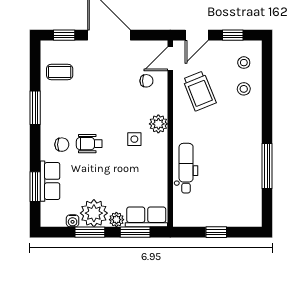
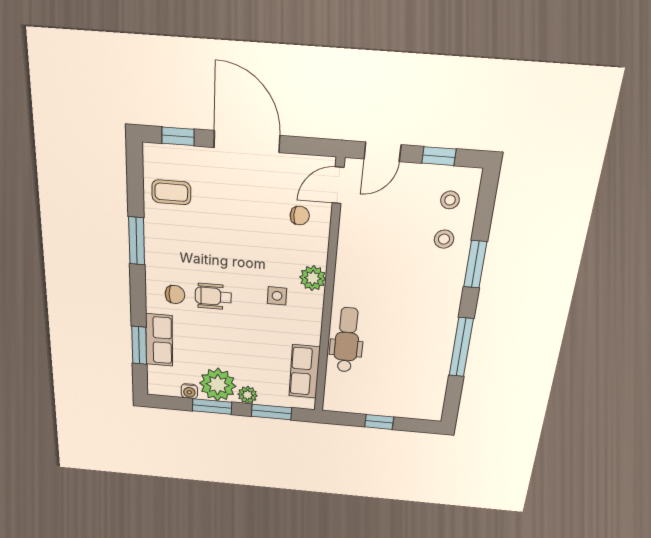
trolley: (199, 91) -> (377, 237), removed
window: (267, 104) -> (475, 264), added
row of seats: (146, 217) -> (304, 371), moved, turned -90

